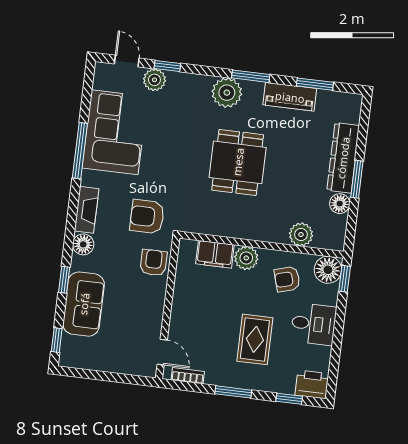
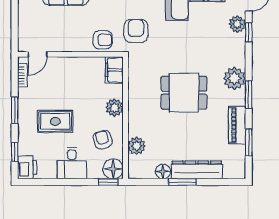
filing cabinet: (215, 254) -> (114, 70), moved

